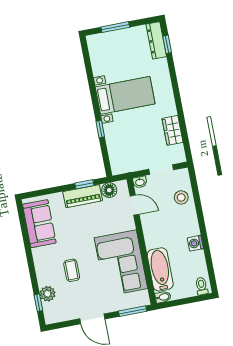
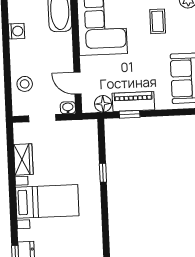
bed with nightstands: (125, 95) -> (47, 201), moved, turned 180

